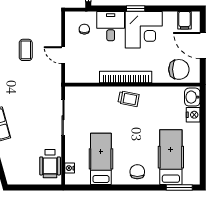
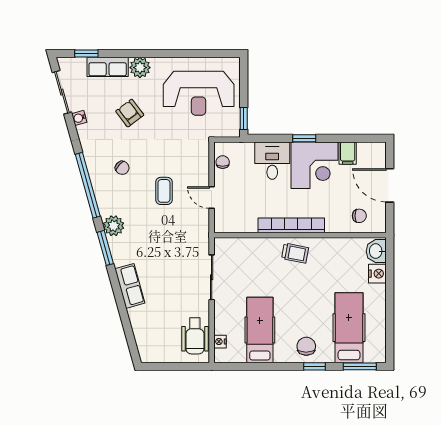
filing cabinet: (185, 20) -> (348, 153), moved
chair: (84, 29) -> (223, 162), moved
chair: (179, 69) -> (359, 216), width x0.54, depth x0.54
window: (144, 188) -> (315, 366), added

